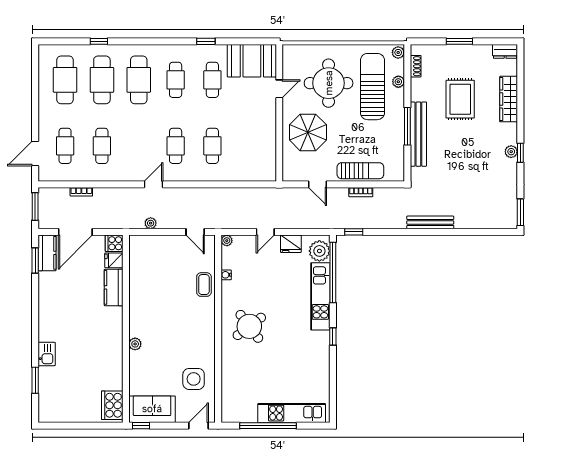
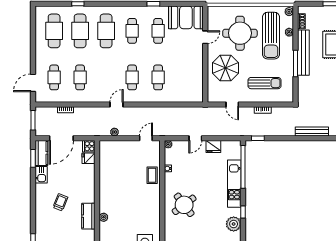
sun lounger: (372, 87) -> (271, 36), turned 180
bench: (418, 134) -> (303, 53), moved
sun lounger: (360, 171) -> (265, 83), moved
door: (195, 232) -> (146, 138), swing flipped
plant: (319, 251) -> (234, 224), moved
kitchen counter: (114, 287) -> (88, 216), moved
trolley: (74, 323) -> (60, 202), added
kitchen sink: (47, 354) -> (41, 175), moved

